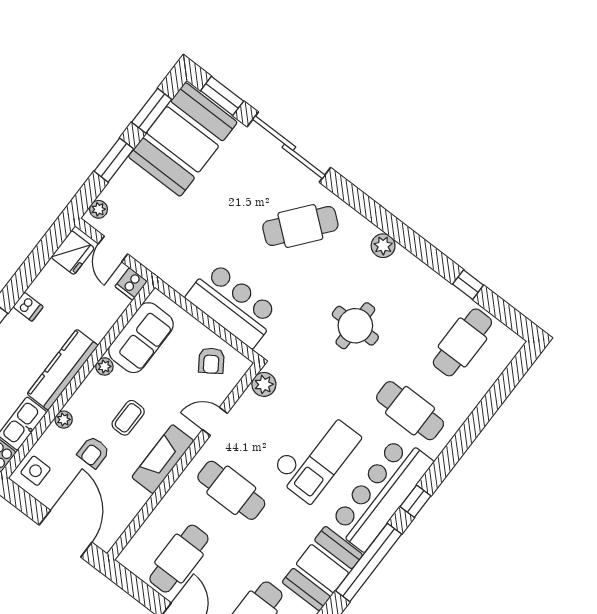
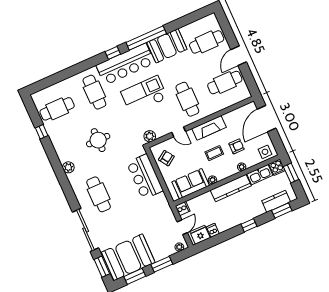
cafe table: (300, 226) -> (99, 194), turned 51
dishwasher: (28, 307) -> (213, 230), moved

